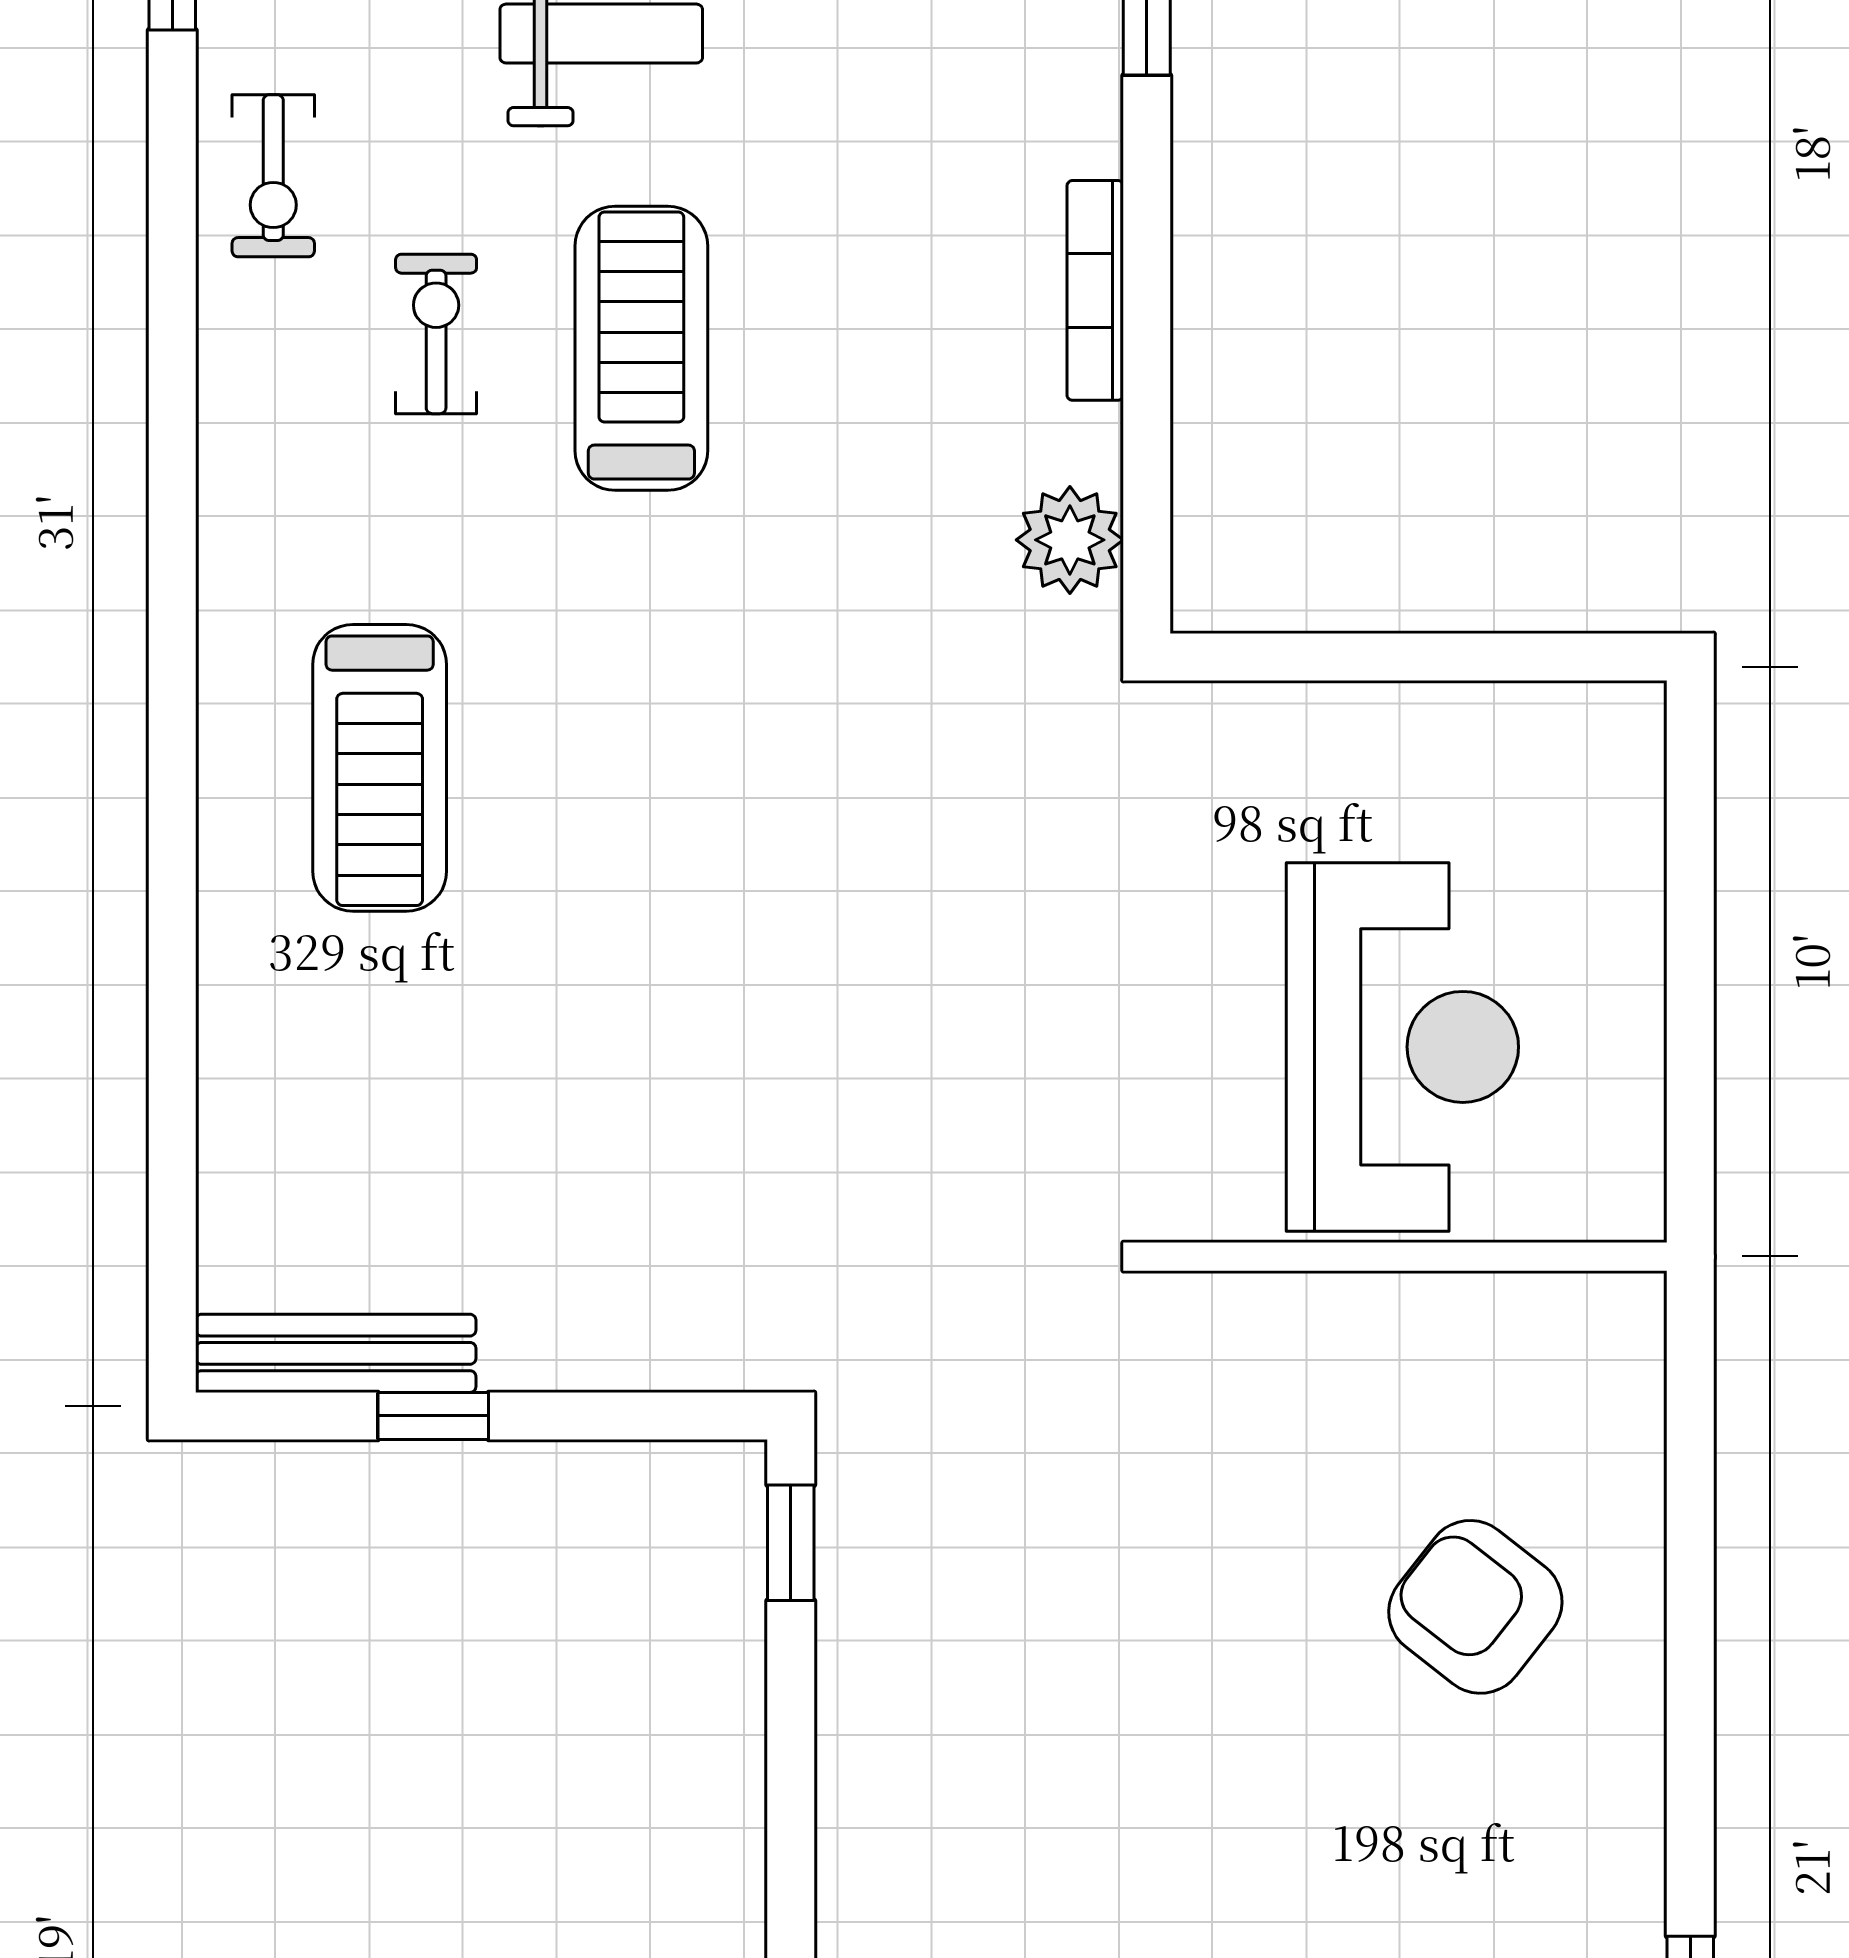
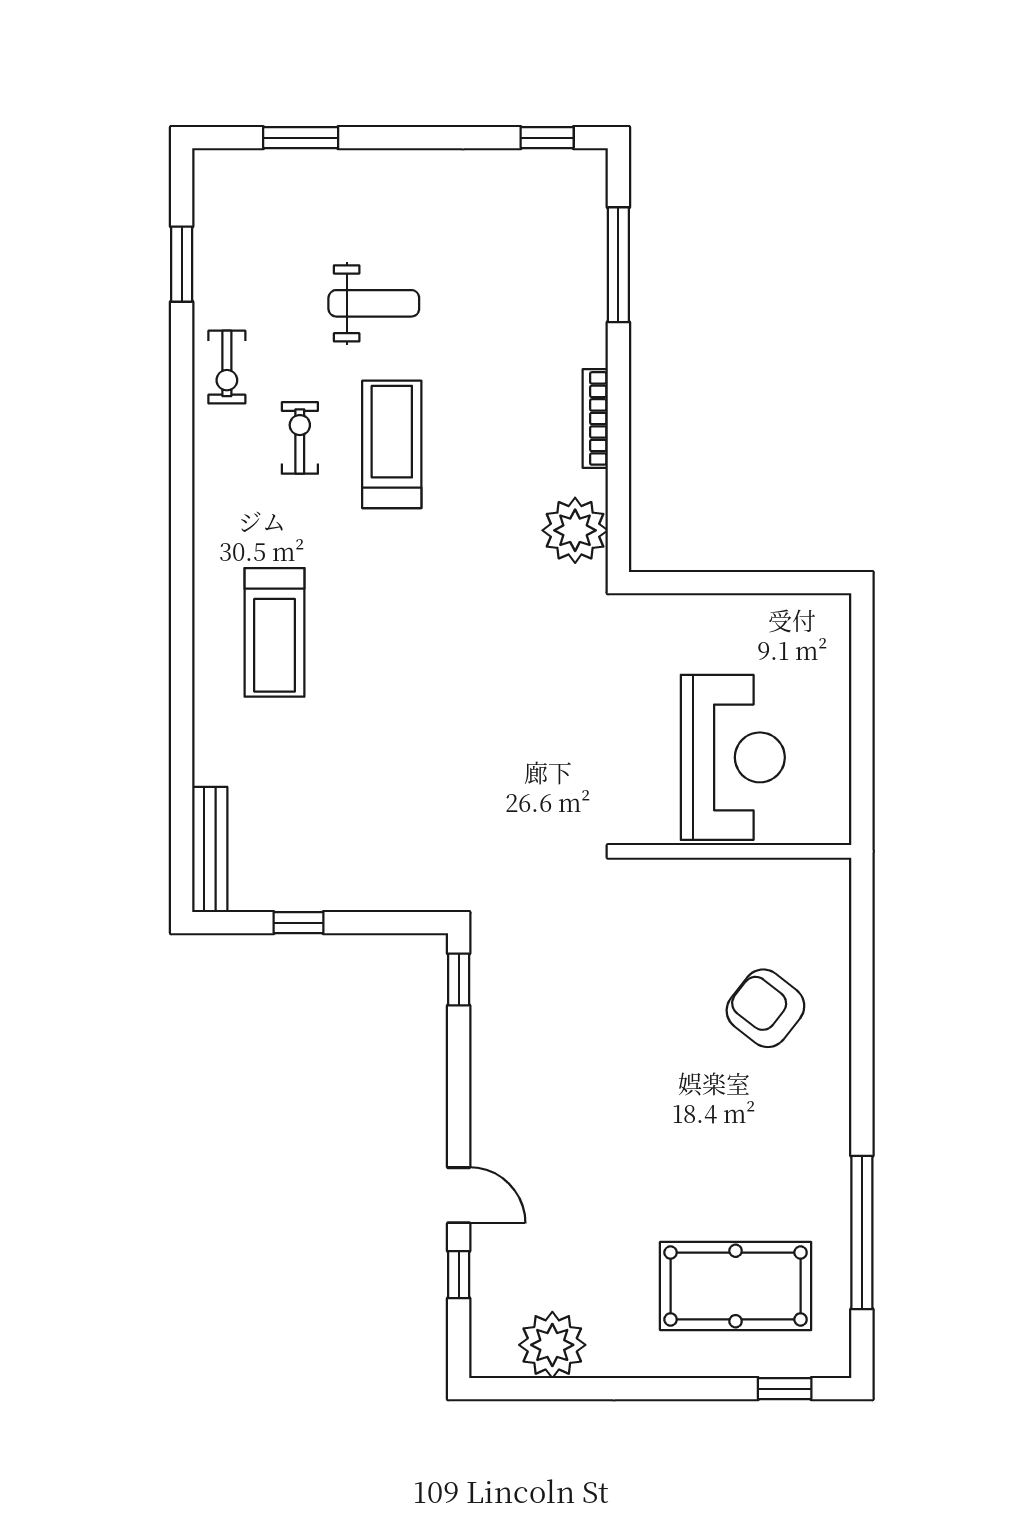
plant: (1070, 540) -> (575, 530), width x1.36, depth x1.36
bench: (336, 1353) -> (210, 850), moved, turned 90

